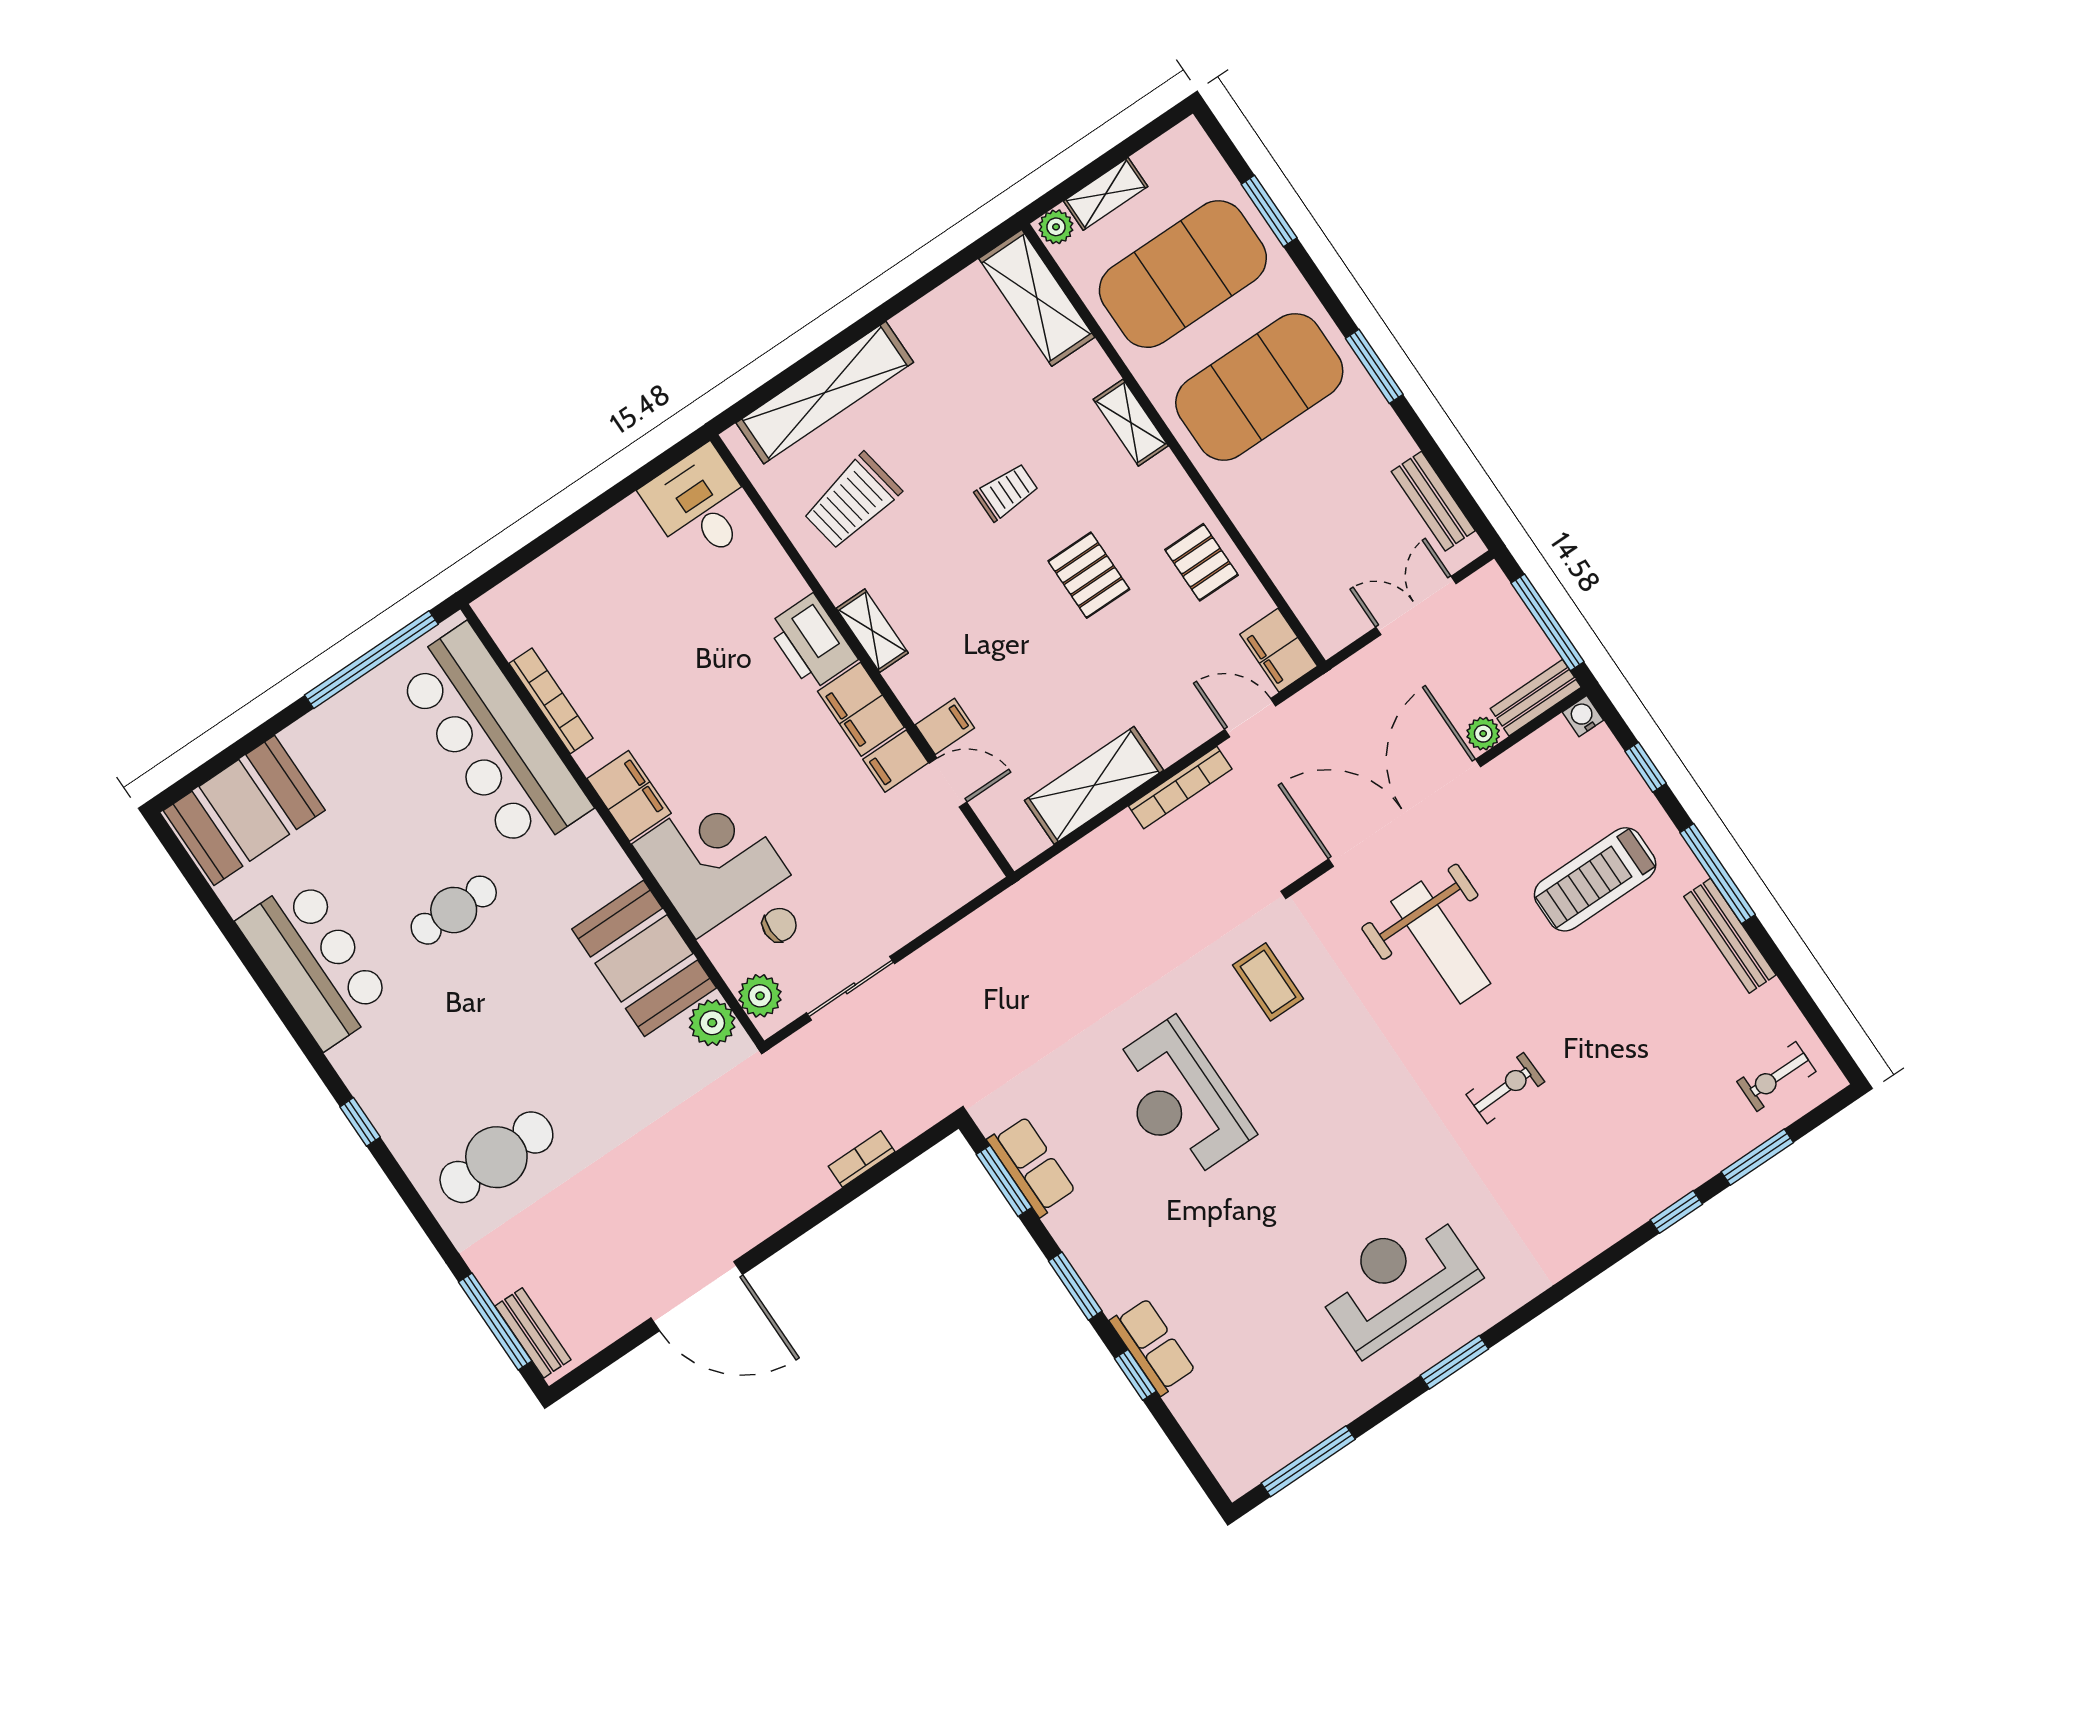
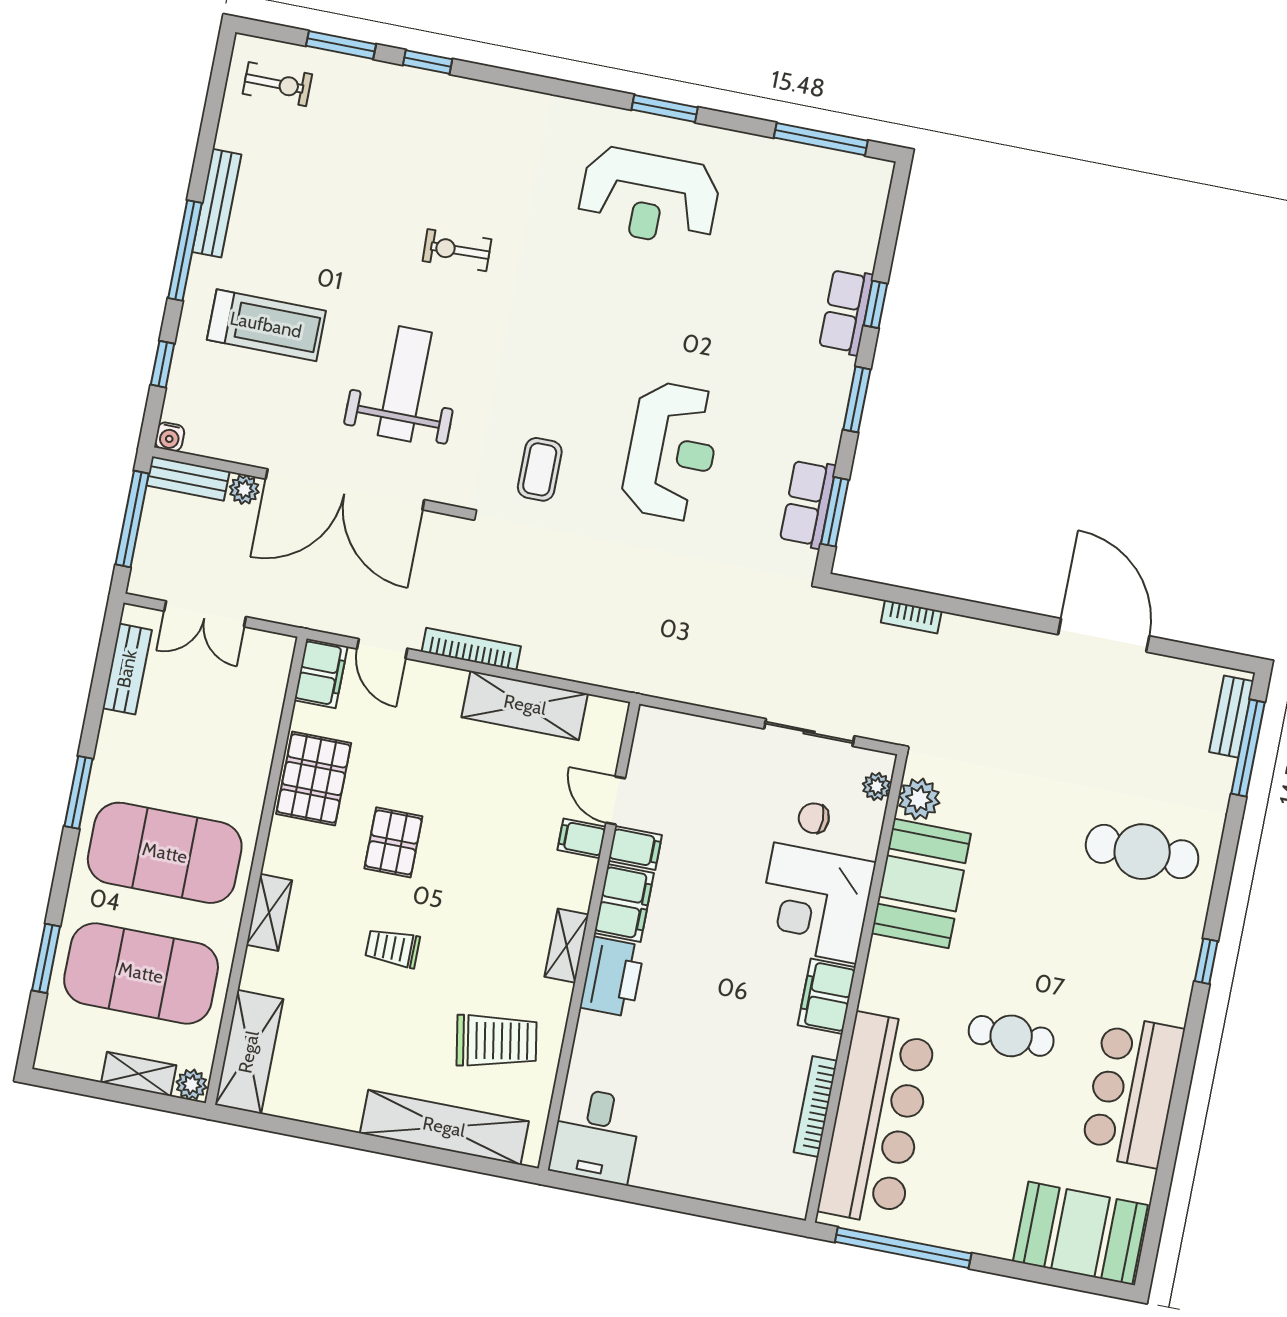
pallet: (1202, 562) -> (314, 778), width x1.50, depth x1.42
plant: (760, 996) -> (877, 786), width x0.73, depth x0.73

